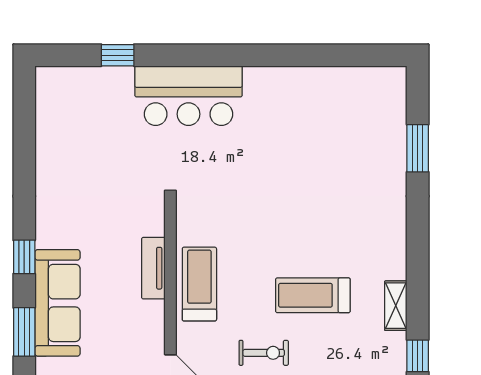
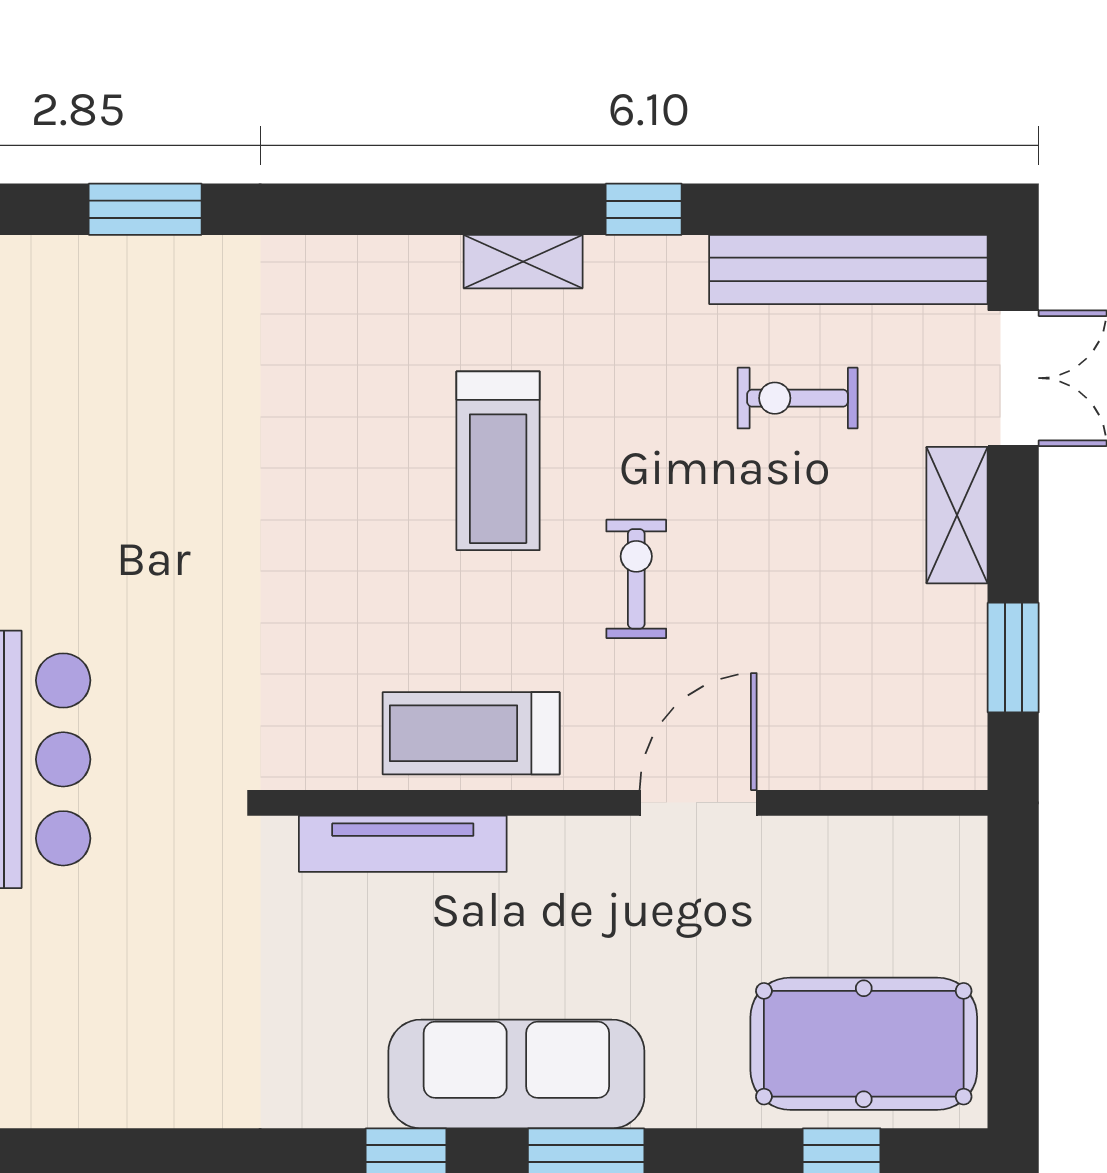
tv unit: (153, 268) -> (403, 844), width x1.41

